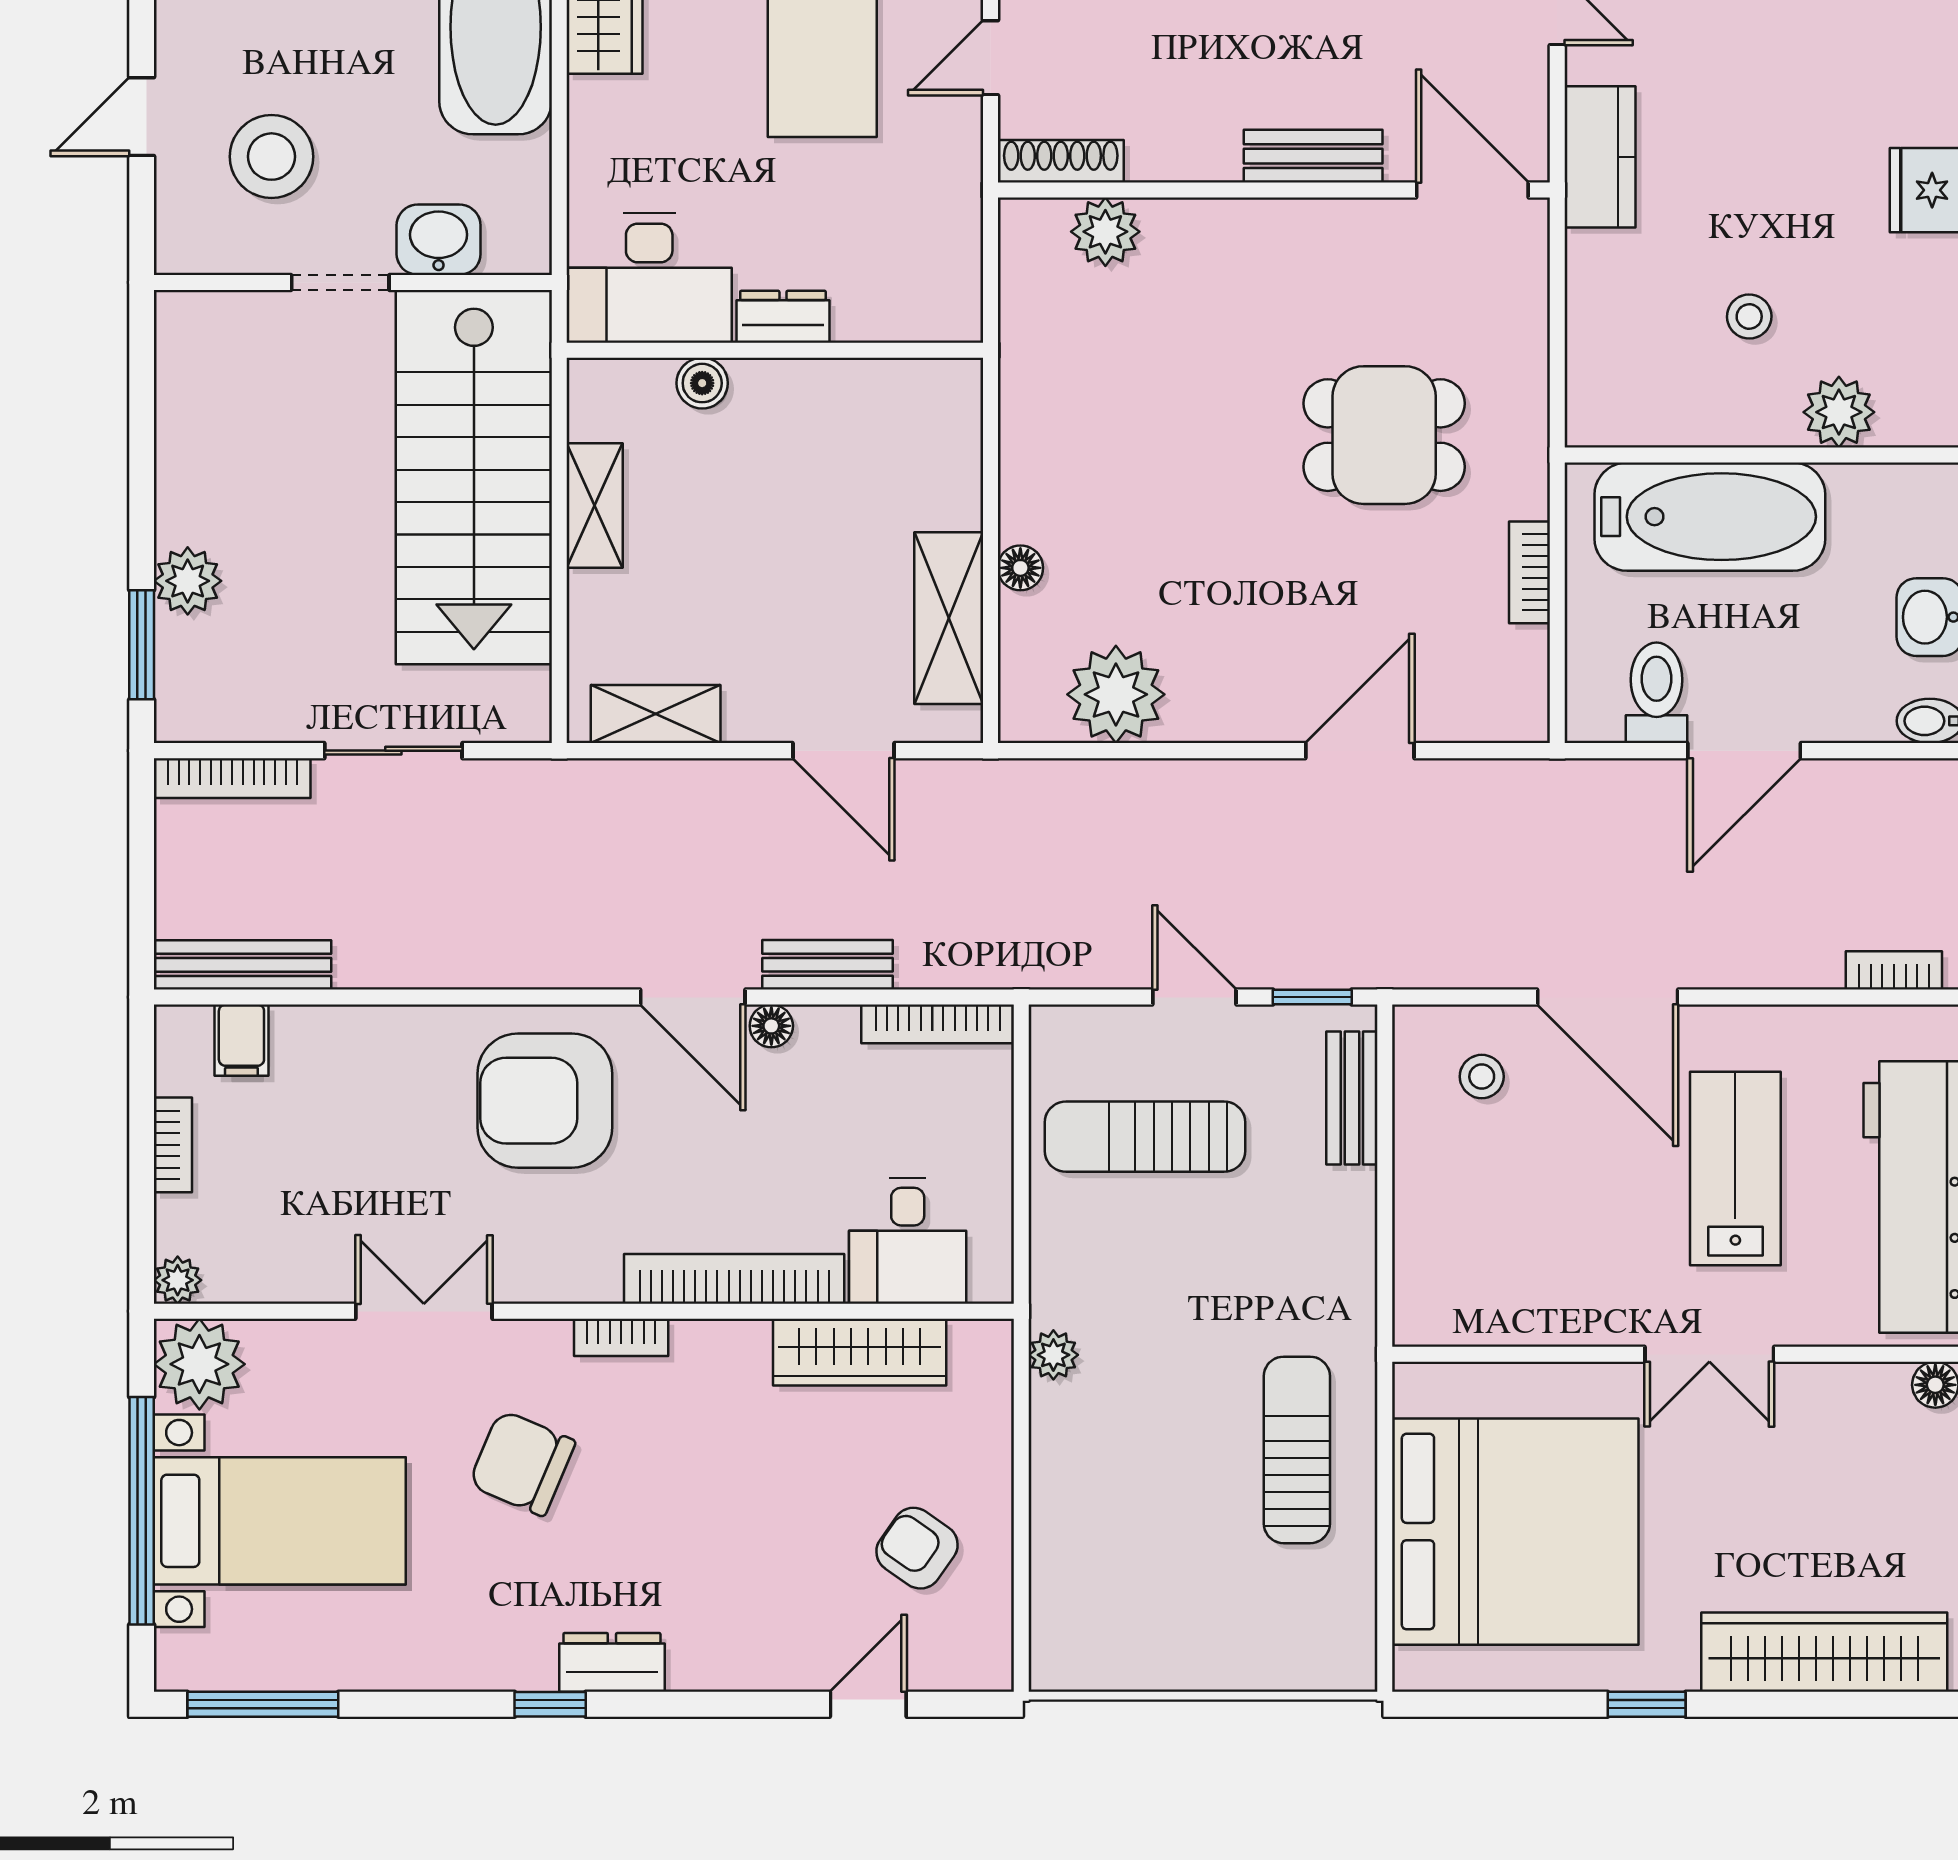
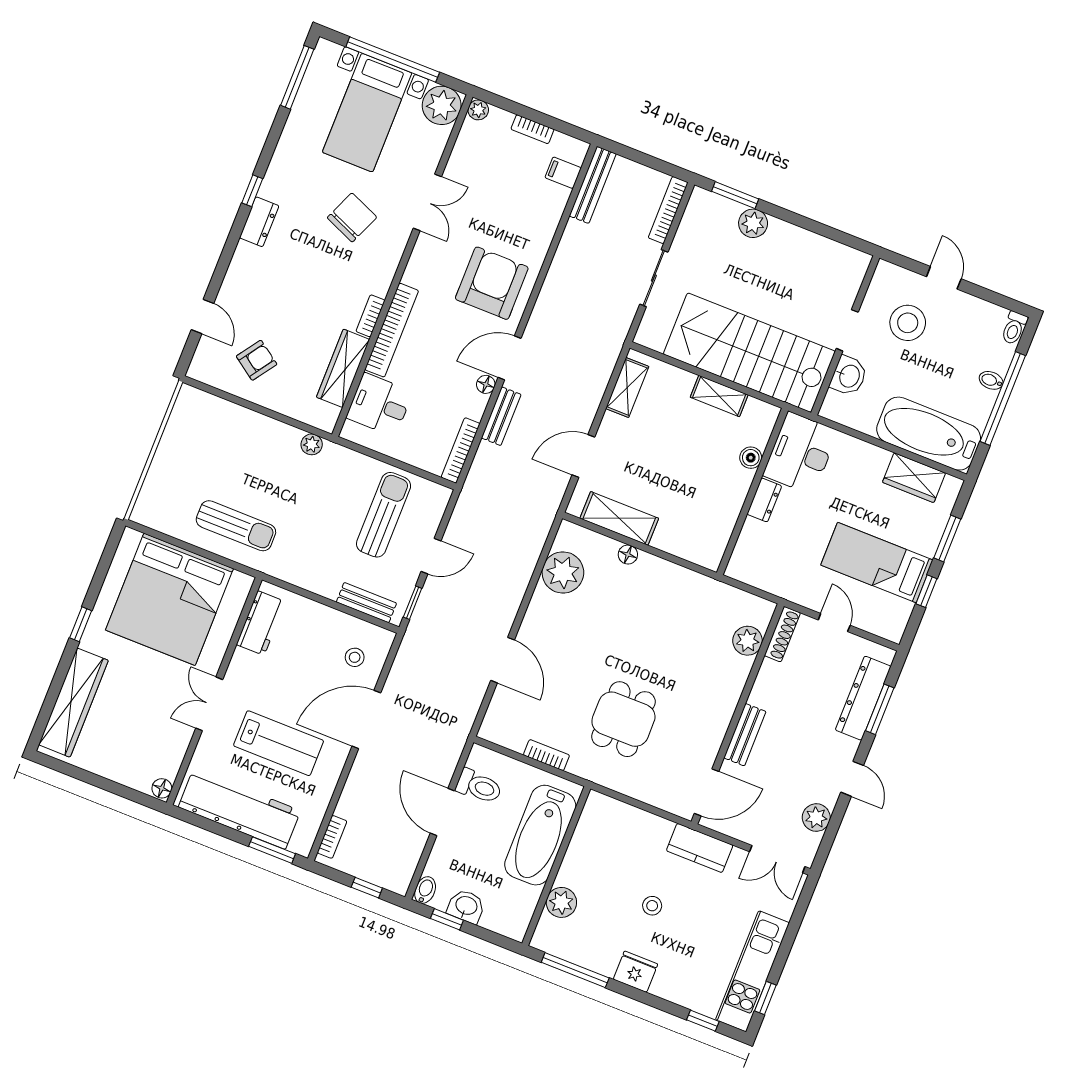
stool: (1749, 317) -> (652, 906), moved
workbench: (1488, 1311) -> (261, 623), added
bookcase: (621, 1337) -> (371, 316), moved

